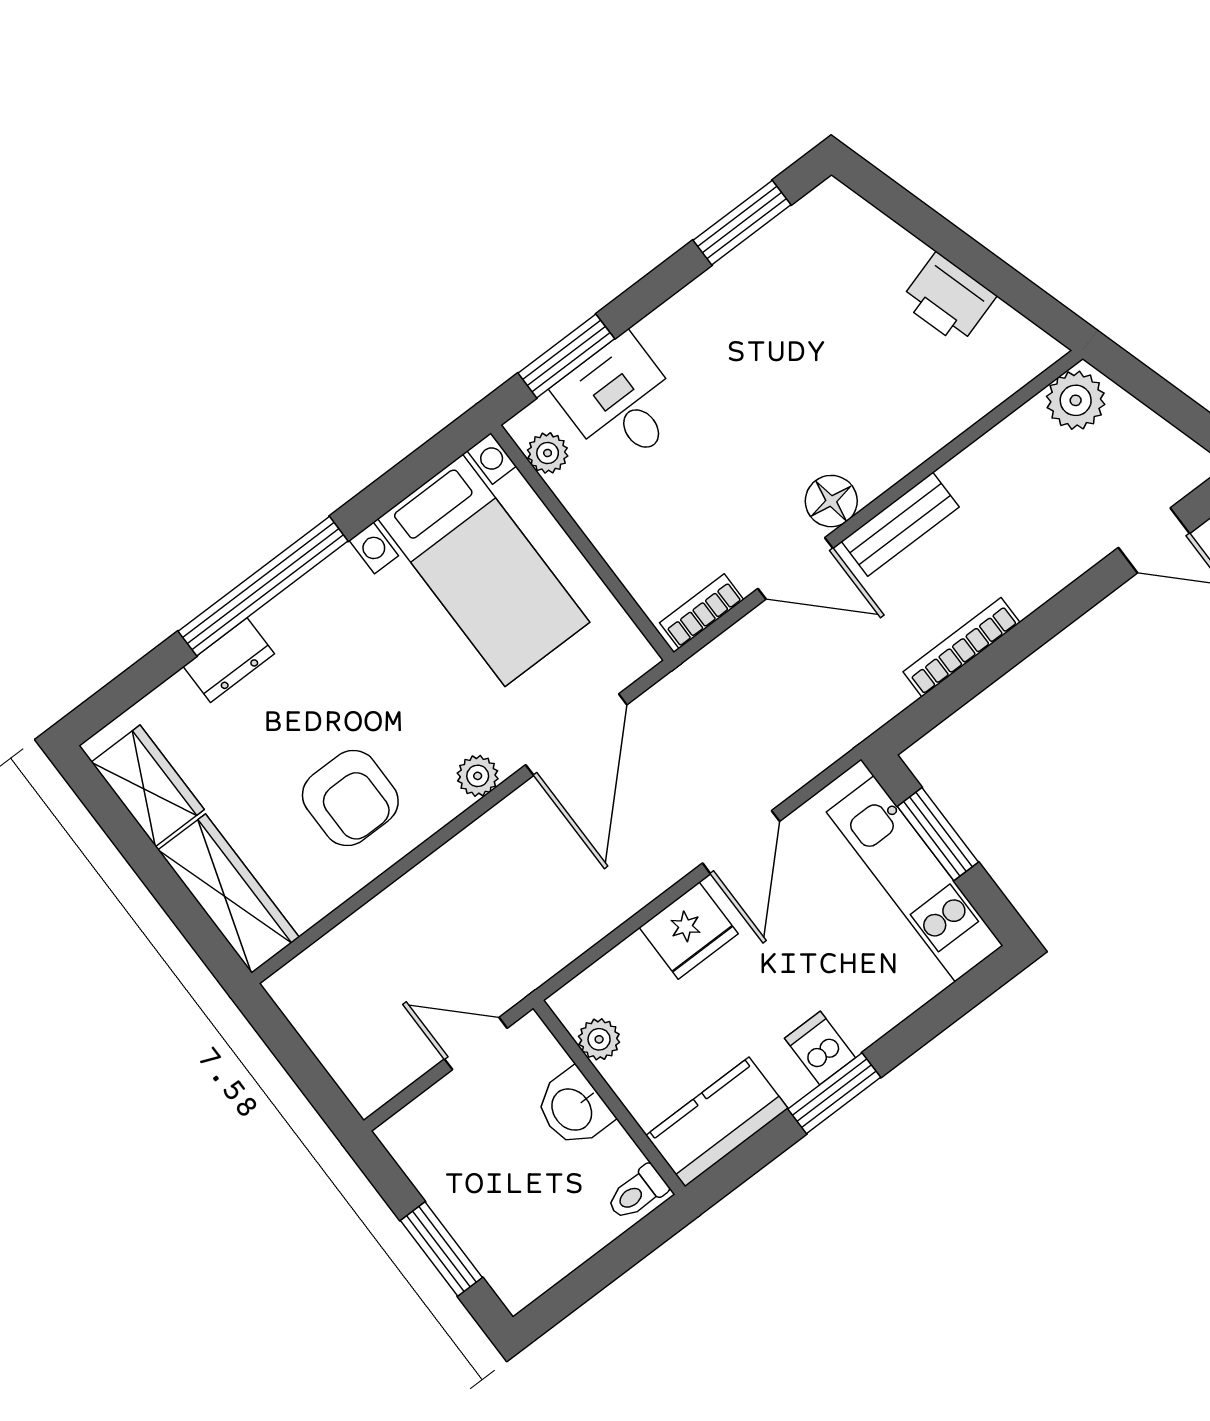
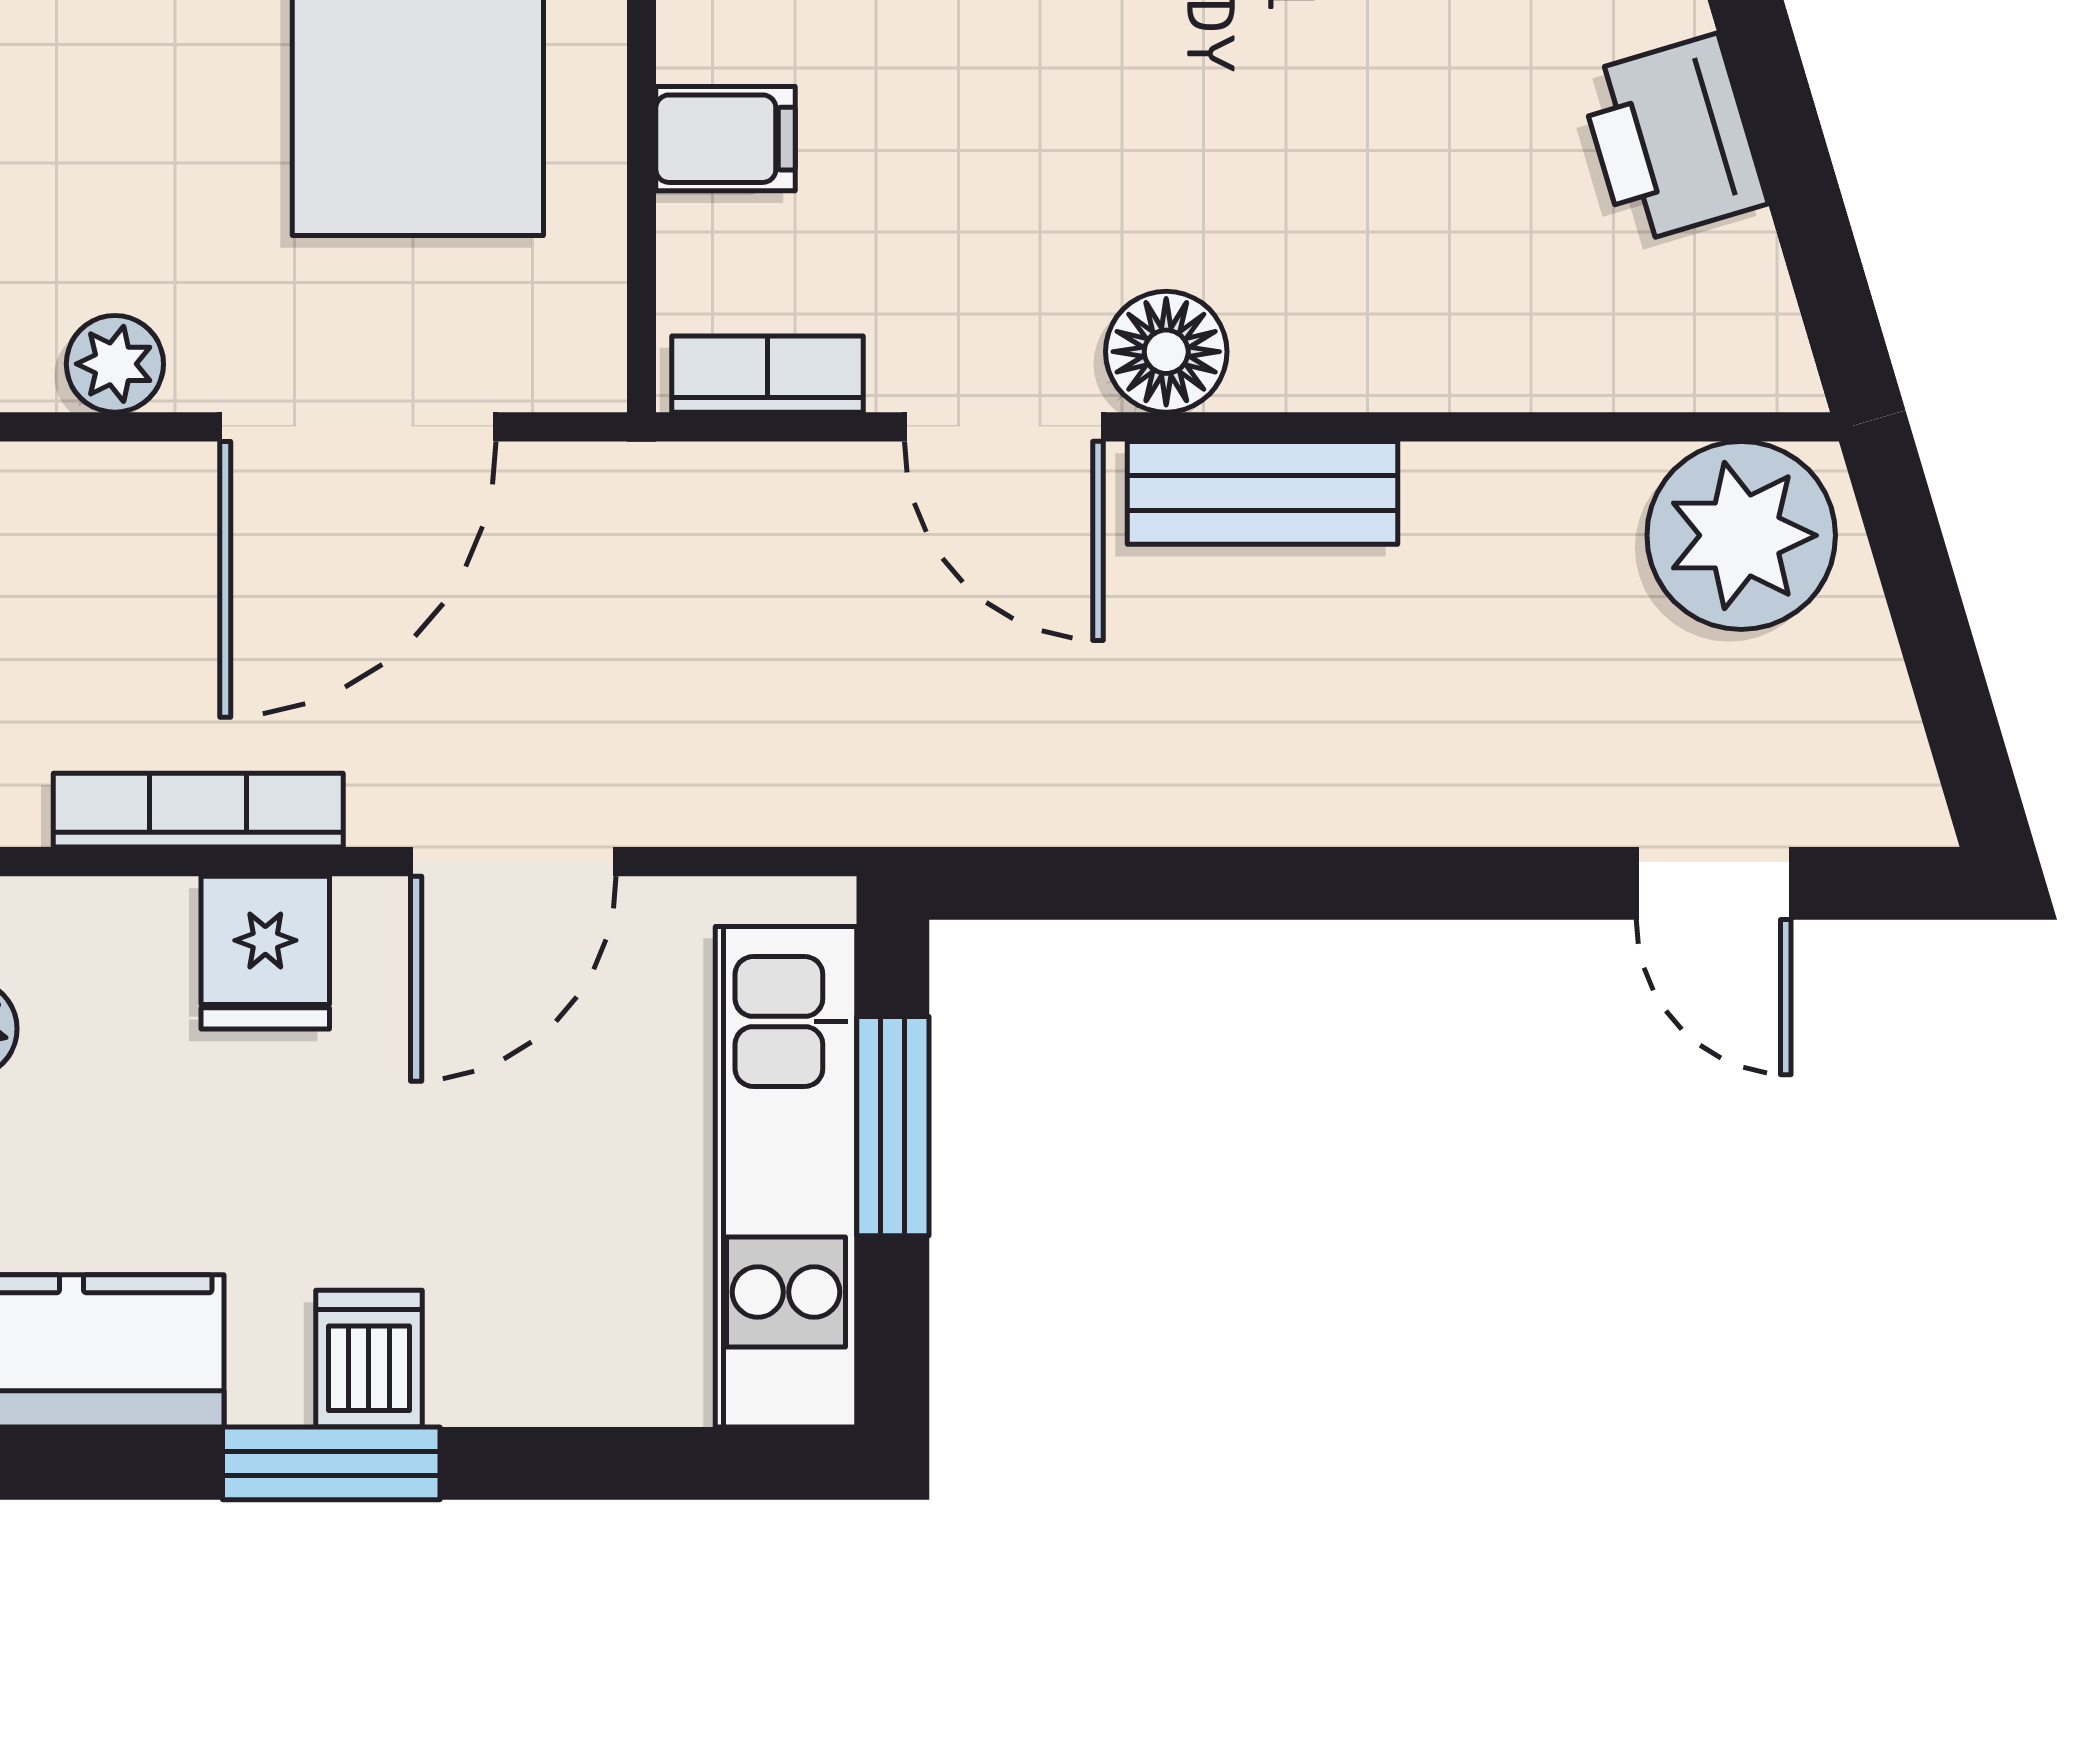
plant: (1076, 400) -> (1741, 535), width x1.36, depth x1.36
filing cabinet: (627, 542) -> (726, 139), added
bookcase: (962, 647) -> (198, 810), moved
fridge: (689, 931) -> (265, 953), width x0.72

